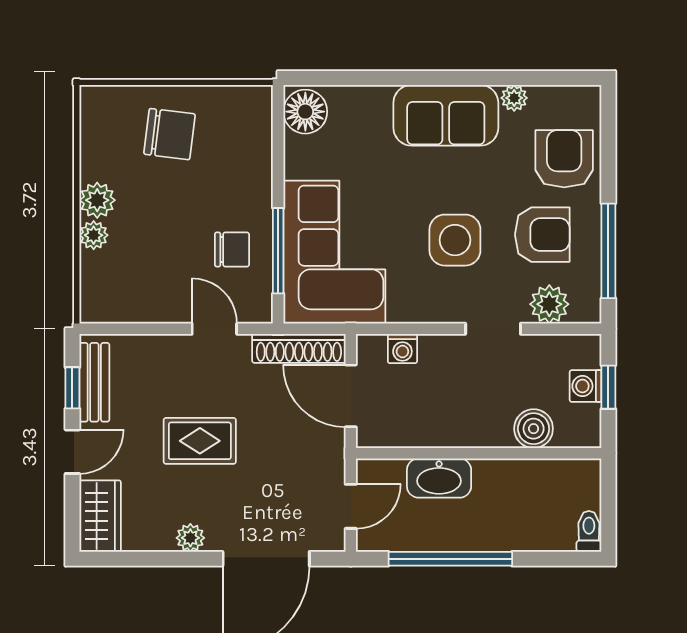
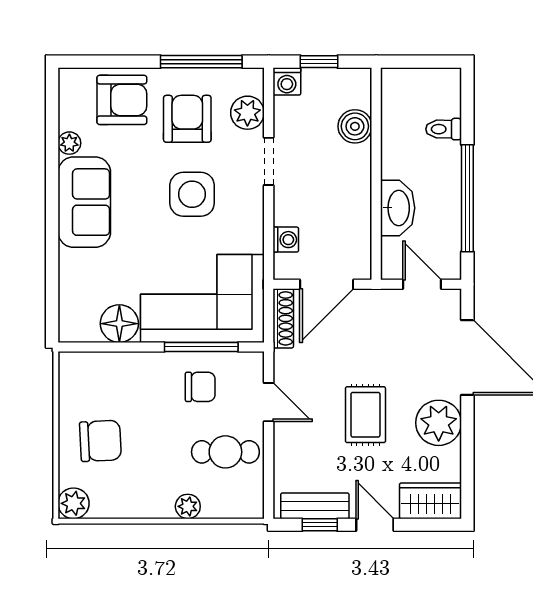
floor lamp: (305, 112) -> (119, 324), moved
chair: (170, 134) -> (100, 441), turned 80
armchair: (564, 159) -> (122, 100), turned 180
plant: (97, 200) -> (73, 503), moved
chair: (232, 249) -> (200, 387), turned 90
cafe table: (157, 279) -> (225, 452), added
door: (214, 329) -> (269, 402), swing flipped
shoe rack: (299, 348) -> (283, 318), width x0.74, depth x0.81
washing machine: (586, 386) -> (287, 81), moved
toilet: (589, 531) -> (444, 129), moved
plant: (190, 538) -> (439, 423), width x1.88, depth x1.88

